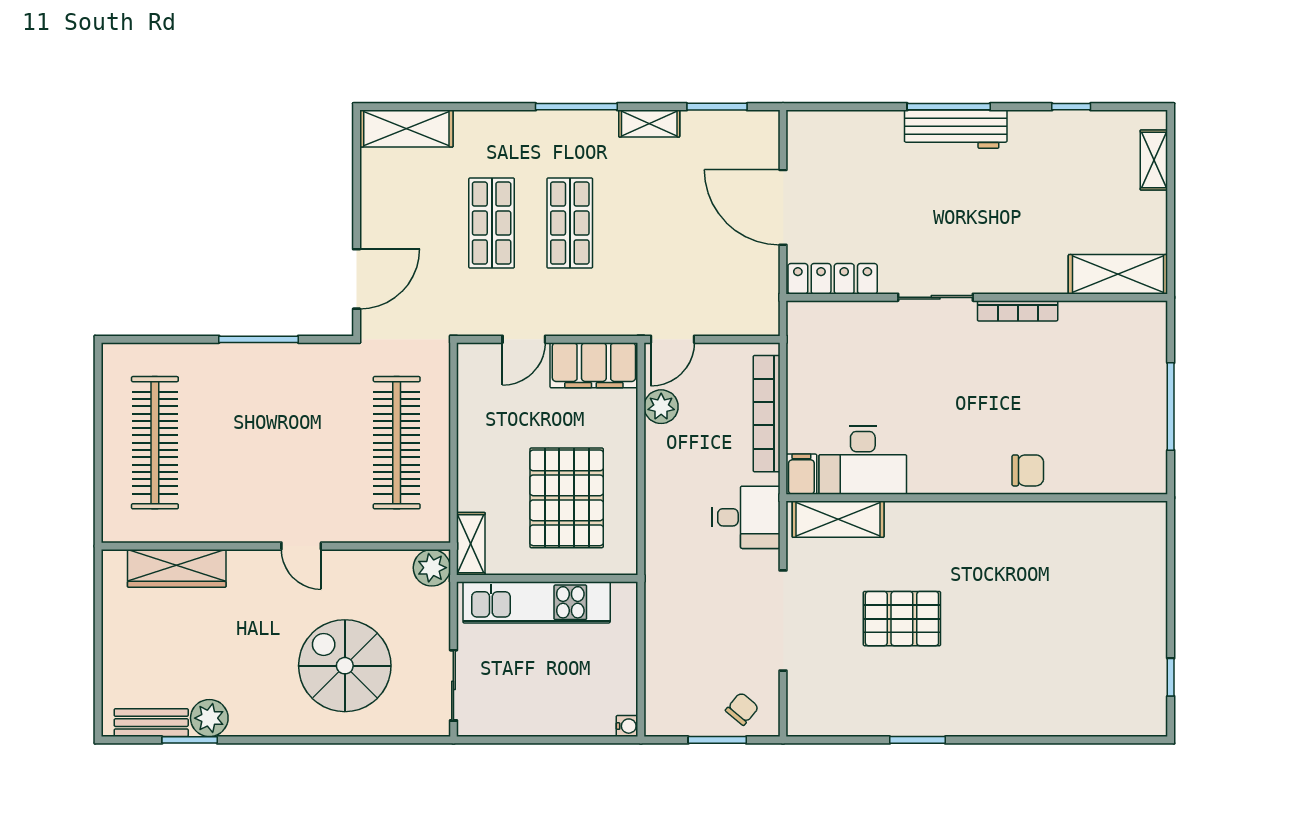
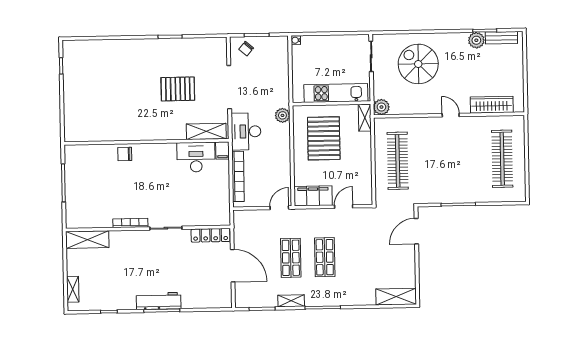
shop shelf: (492, 223) -> (291, 258), moved
plant: (661, 407) -> (282, 115), moved
desk: (746, 517) -> (246, 131), width x1.37
door: (301, 546) -> (451, 115), moved
spiral stairs: (345, 666) -> (418, 64), turned 180

